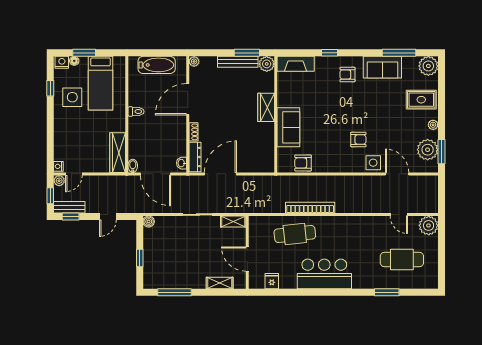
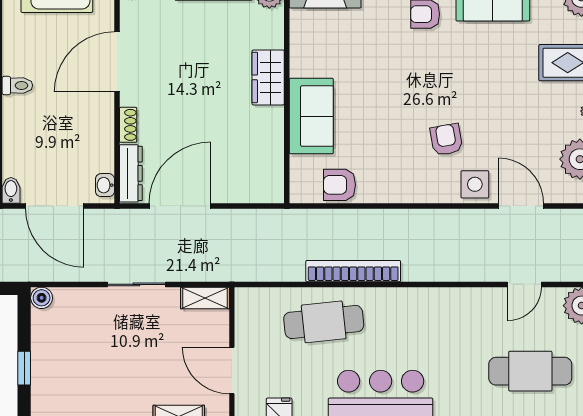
armchair: (358, 140) -> (446, 140), turned -100
door: (399, 215) -> (524, 284), hinge flipped

